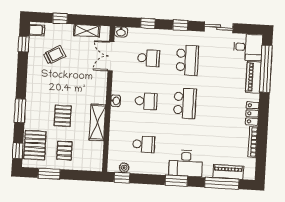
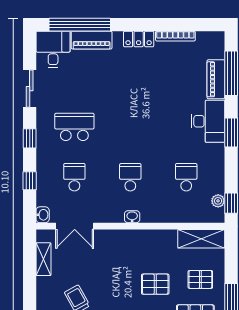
window: (60, 18) -> (30, 295), removed
school desk: (185, 103) -> (130, 127), removed
shelving: (97, 122) -> (201, 239), moved
piano: (228, 172) -> (216, 79), moved

